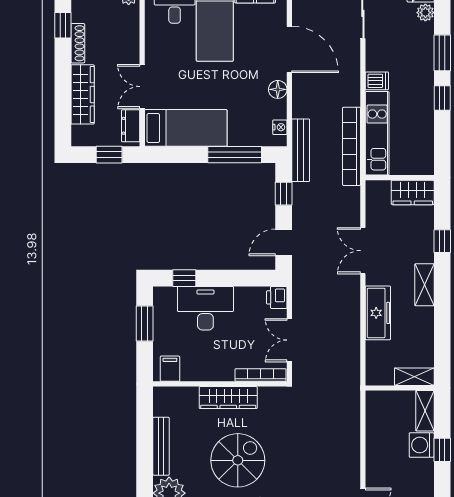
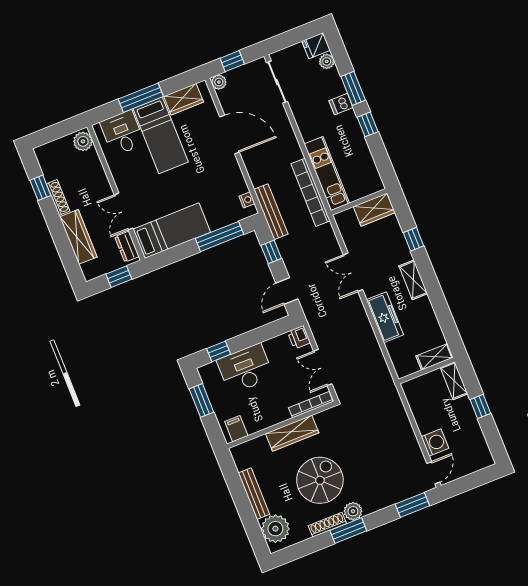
dishwasher: (377, 81) -> (341, 104), moved, turned 180
floor lamp: (278, 89) -> (233, 170), removed
washing machine: (422, 445) -> (435, 443), moved, turned 180

